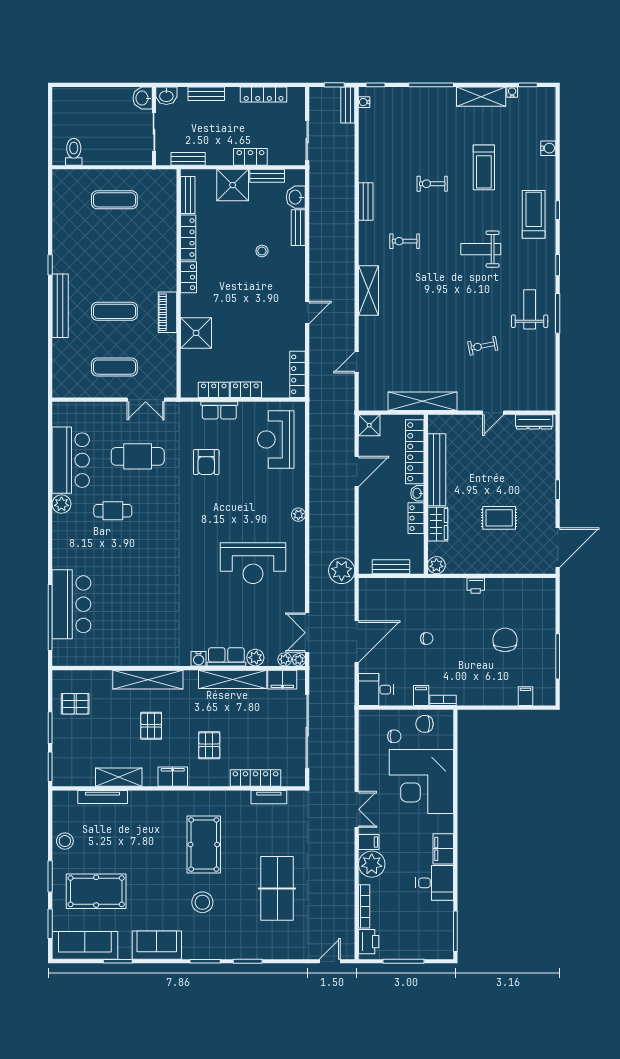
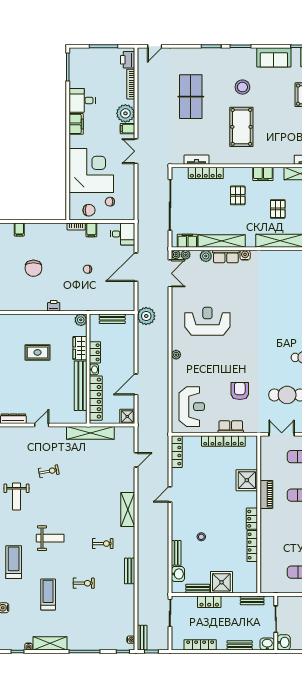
bench: (188, 195) -> (252, 575), removed
treadmill: (534, 214) -> (14, 562), turned 180

